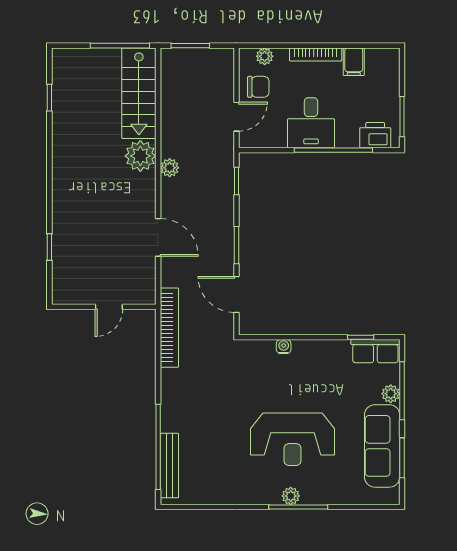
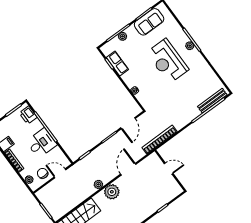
plant: (140, 156) -> (112, 192), moved
row of seats: (375, 351) -> (117, 64), moved
reception desk: (292, 439) -> (168, 61), turned 180
sofa: (382, 446) -> (149, 22), width x0.73

